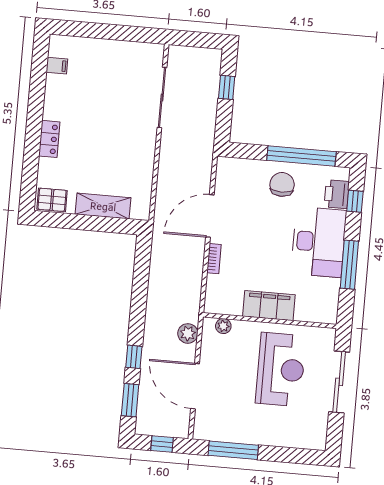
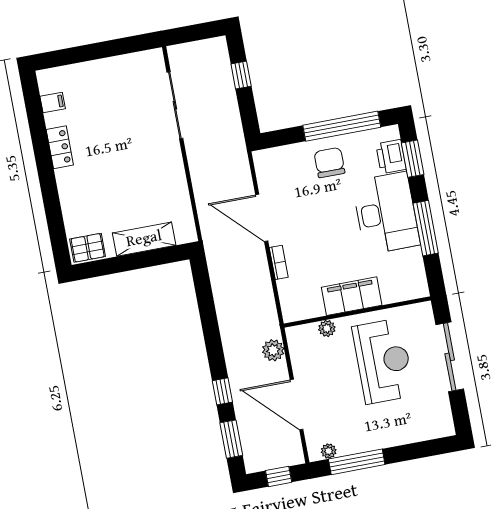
locker: (49, 139) -> (60, 147), moved
window: (355, 201) -> (413, 159), width x1.50
door: (210, 216) -> (262, 218), hinge flipped
plant: (223, 326) -> (327, 328), moved
plant: (212, 434) -> (329, 451), added

